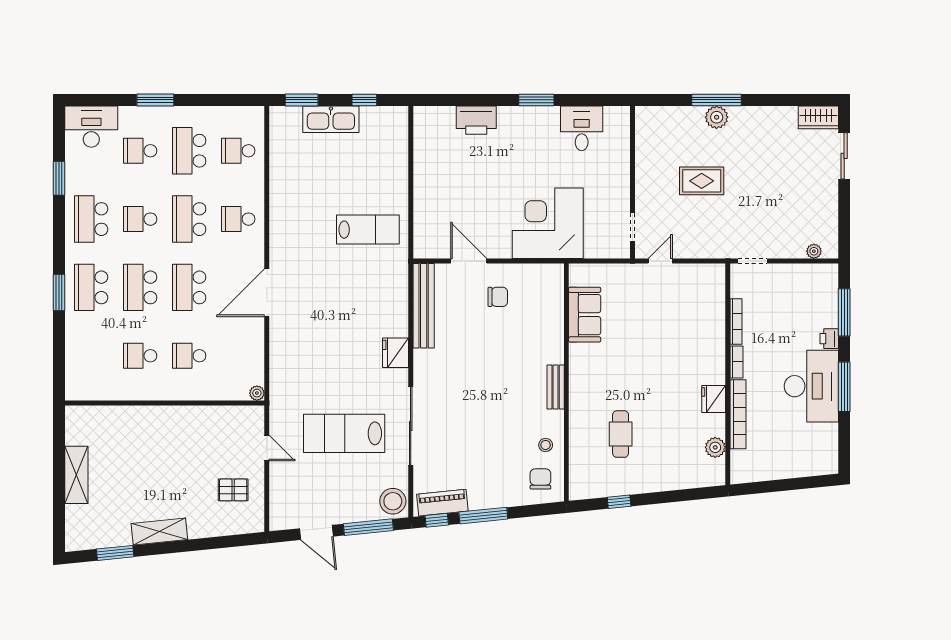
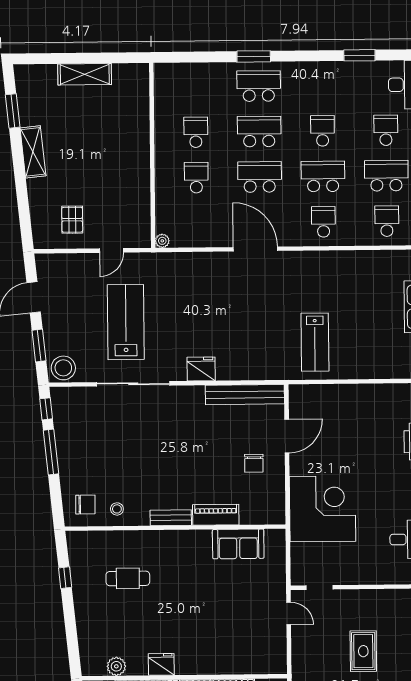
school desk: (91, 219) -> (322, 85), removed
piano: (442, 503) -> (216, 515), moved, turned -84
window: (368, 527) -> (39, 346), width x0.69

